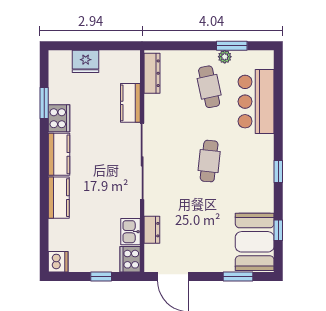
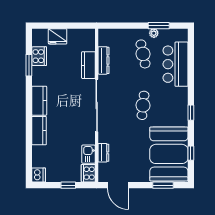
dresser: (152, 73) -> (104, 60), moved
cooker: (59, 118) -> (39, 56), moved
booth: (255, 242) -> (169, 154), width x1.36, depth x1.42

